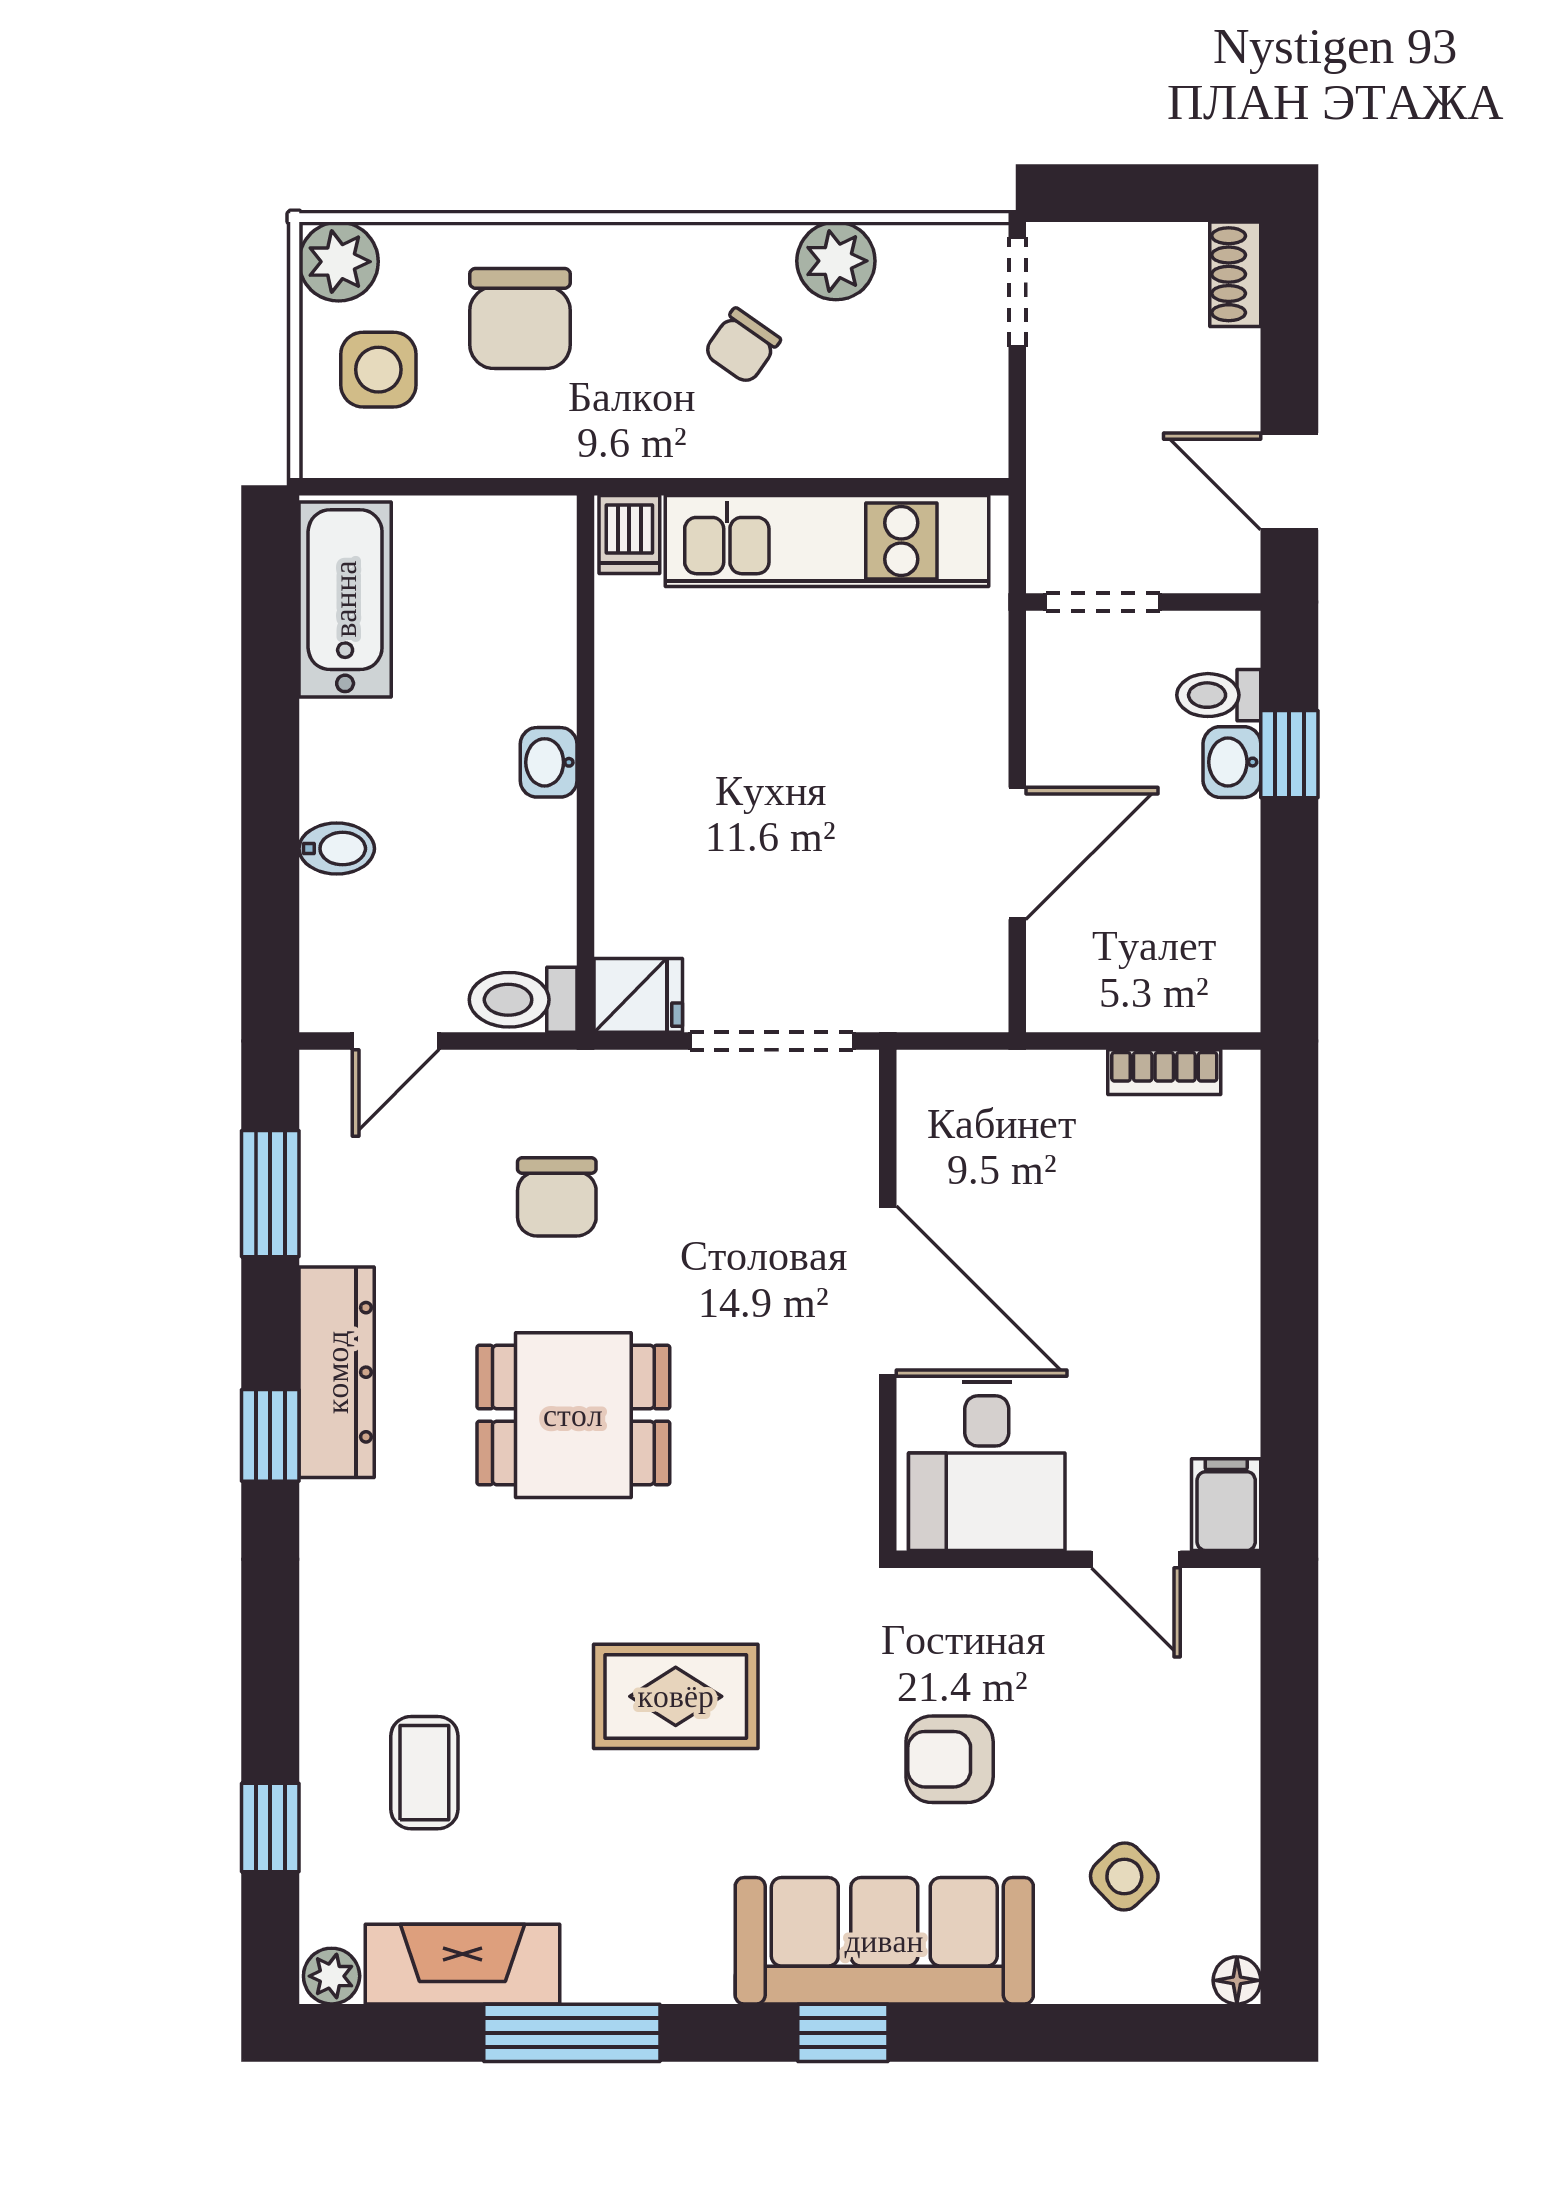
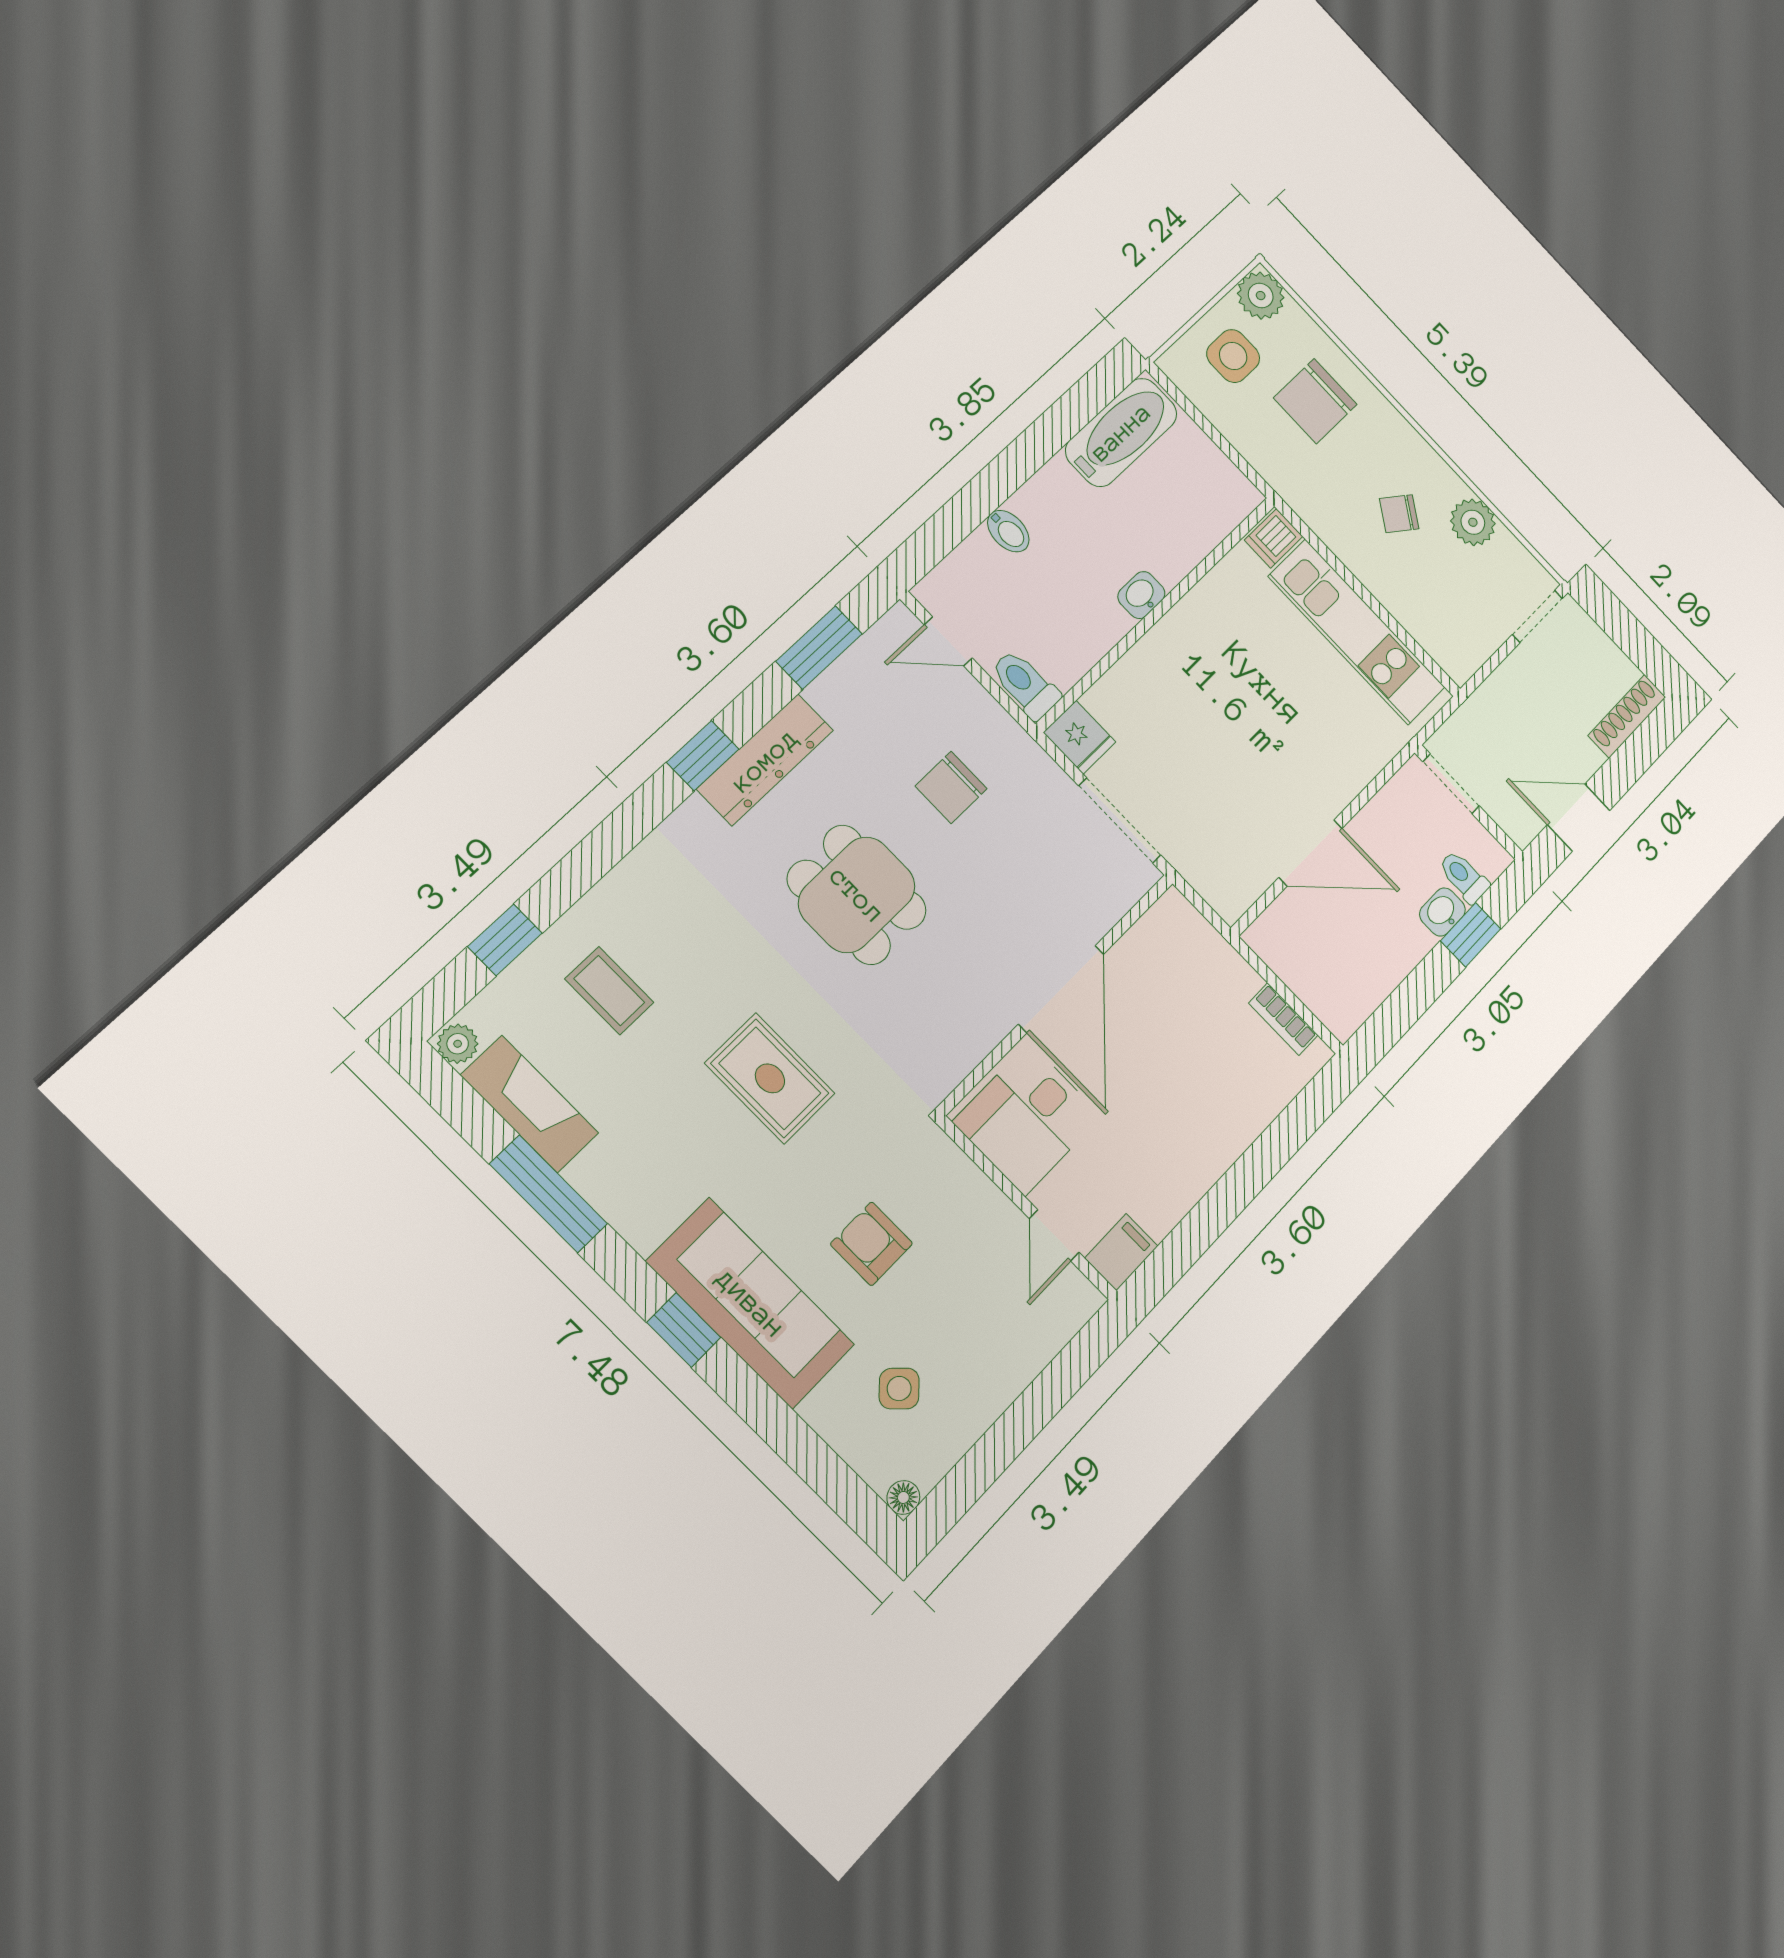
shoe rack: (1235, 274) -> (1627, 716), width x1.43
door: (1289, 481) -> (1579, 817), hinge flipped
coffee table: (424, 1773) -> (609, 991), turned 90

